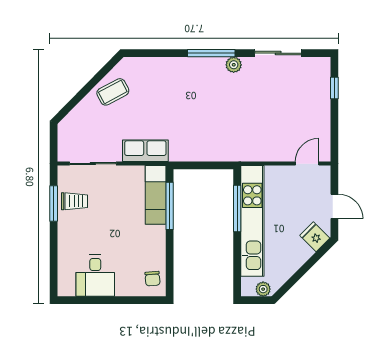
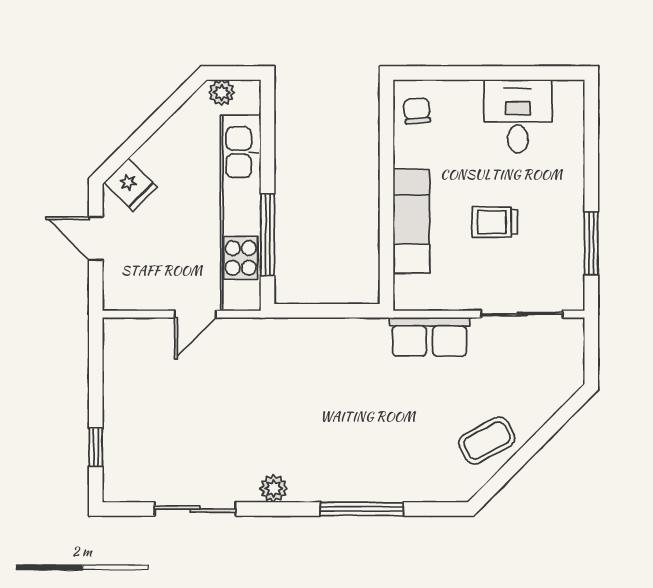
window: (211, 53) -> (362, 509), moved
door: (307, 164) -> (195, 314), moved
exam couch: (156, 195) -> (411, 221), moved
trolley: (75, 201) -> (495, 222), moved
window: (170, 206) -> (386, 239), removed

